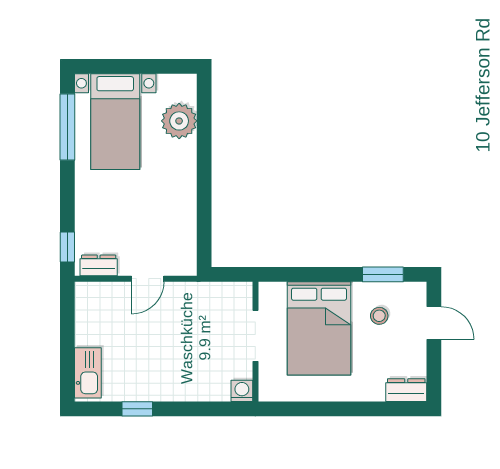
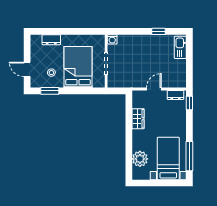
wardrobe: (183, 212) -> (138, 119), added
dresser: (406, 390) -> (51, 40), moved

